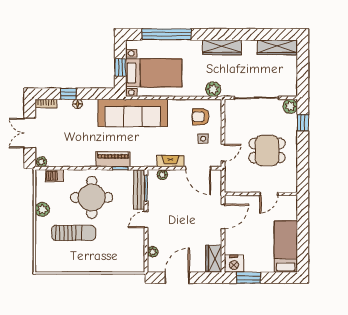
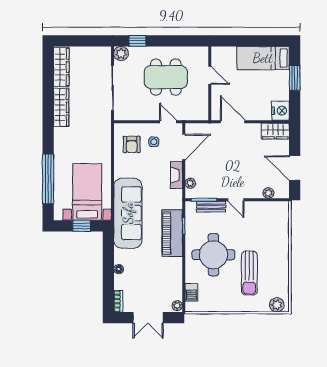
wardrobe: (222, 47) -> (61, 107), moved
plant: (213, 89) -> (104, 132), removed
window: (68, 94) -> (108, 278), removed
dining table: (267, 151) -> (166, 77), width x1.38
piano: (113, 159) -> (172, 233), width x1.37, depth x1.33
bench: (139, 190) -> (211, 207), width x0.73
plant: (42, 209) -> (277, 305), moved
sun lounger: (74, 233) -> (249, 273), turned 180
window: (249, 278) -> (295, 78), moved

